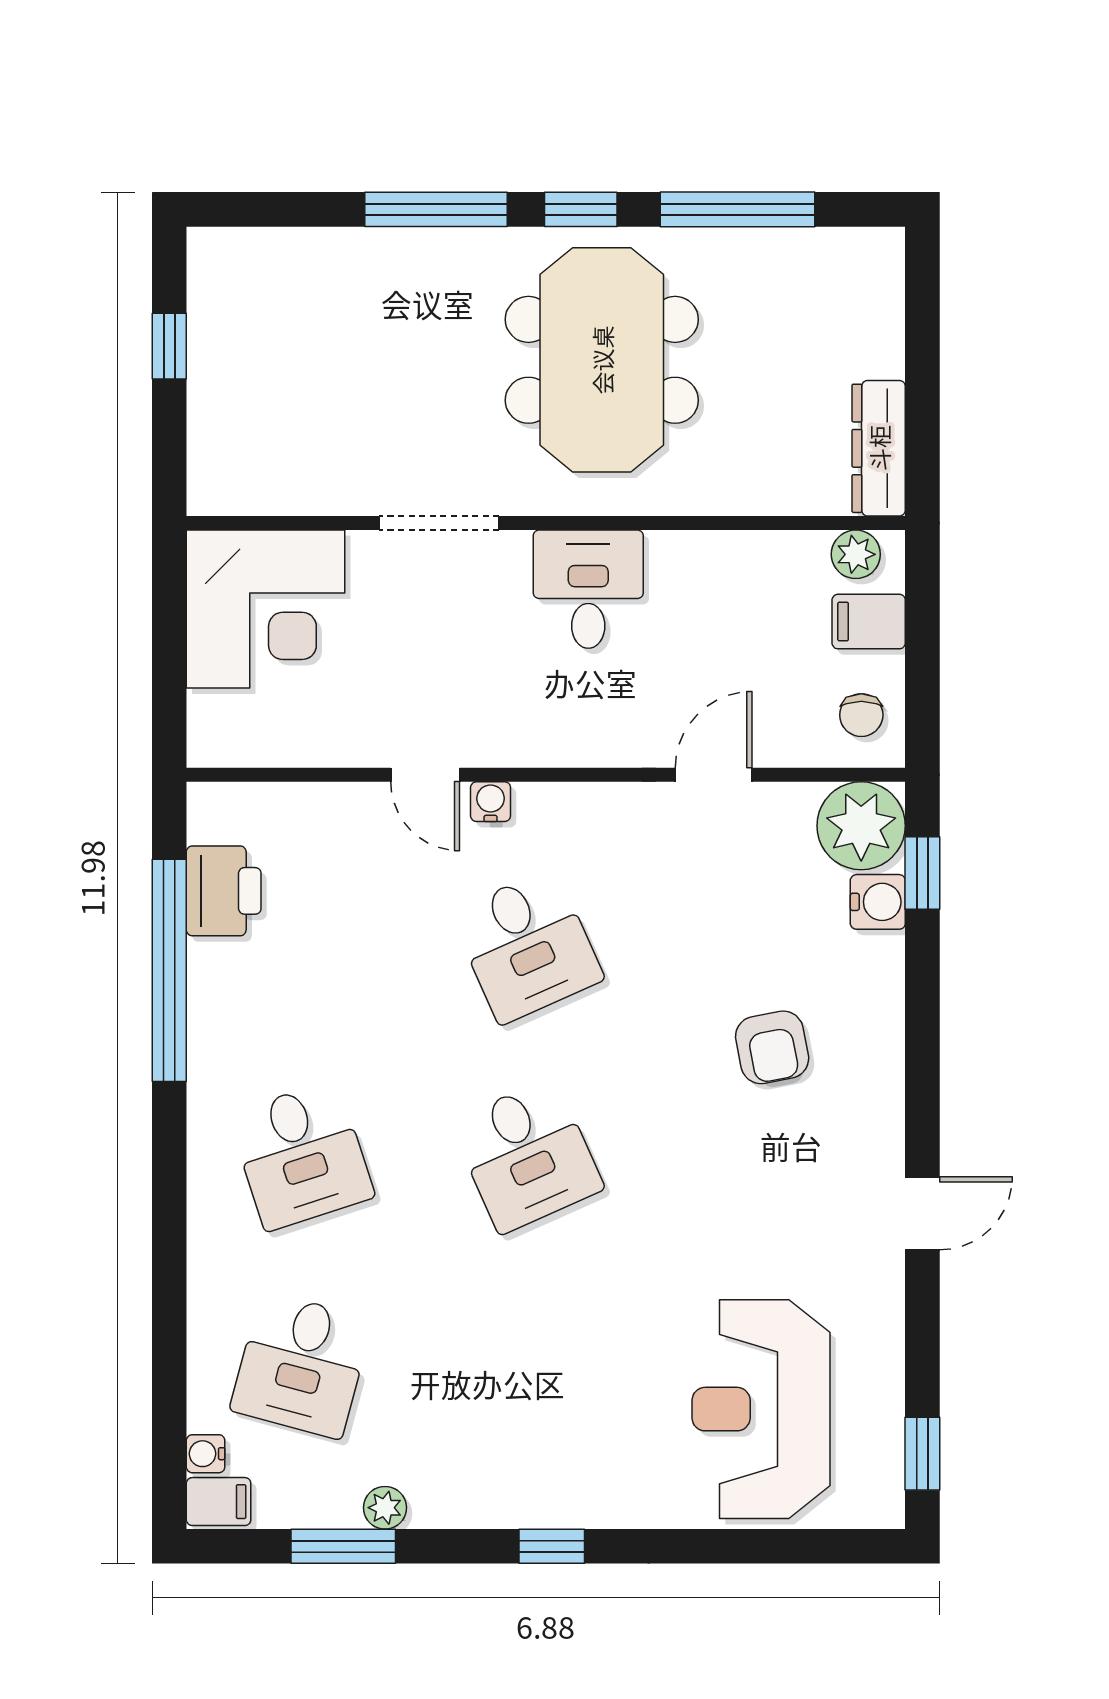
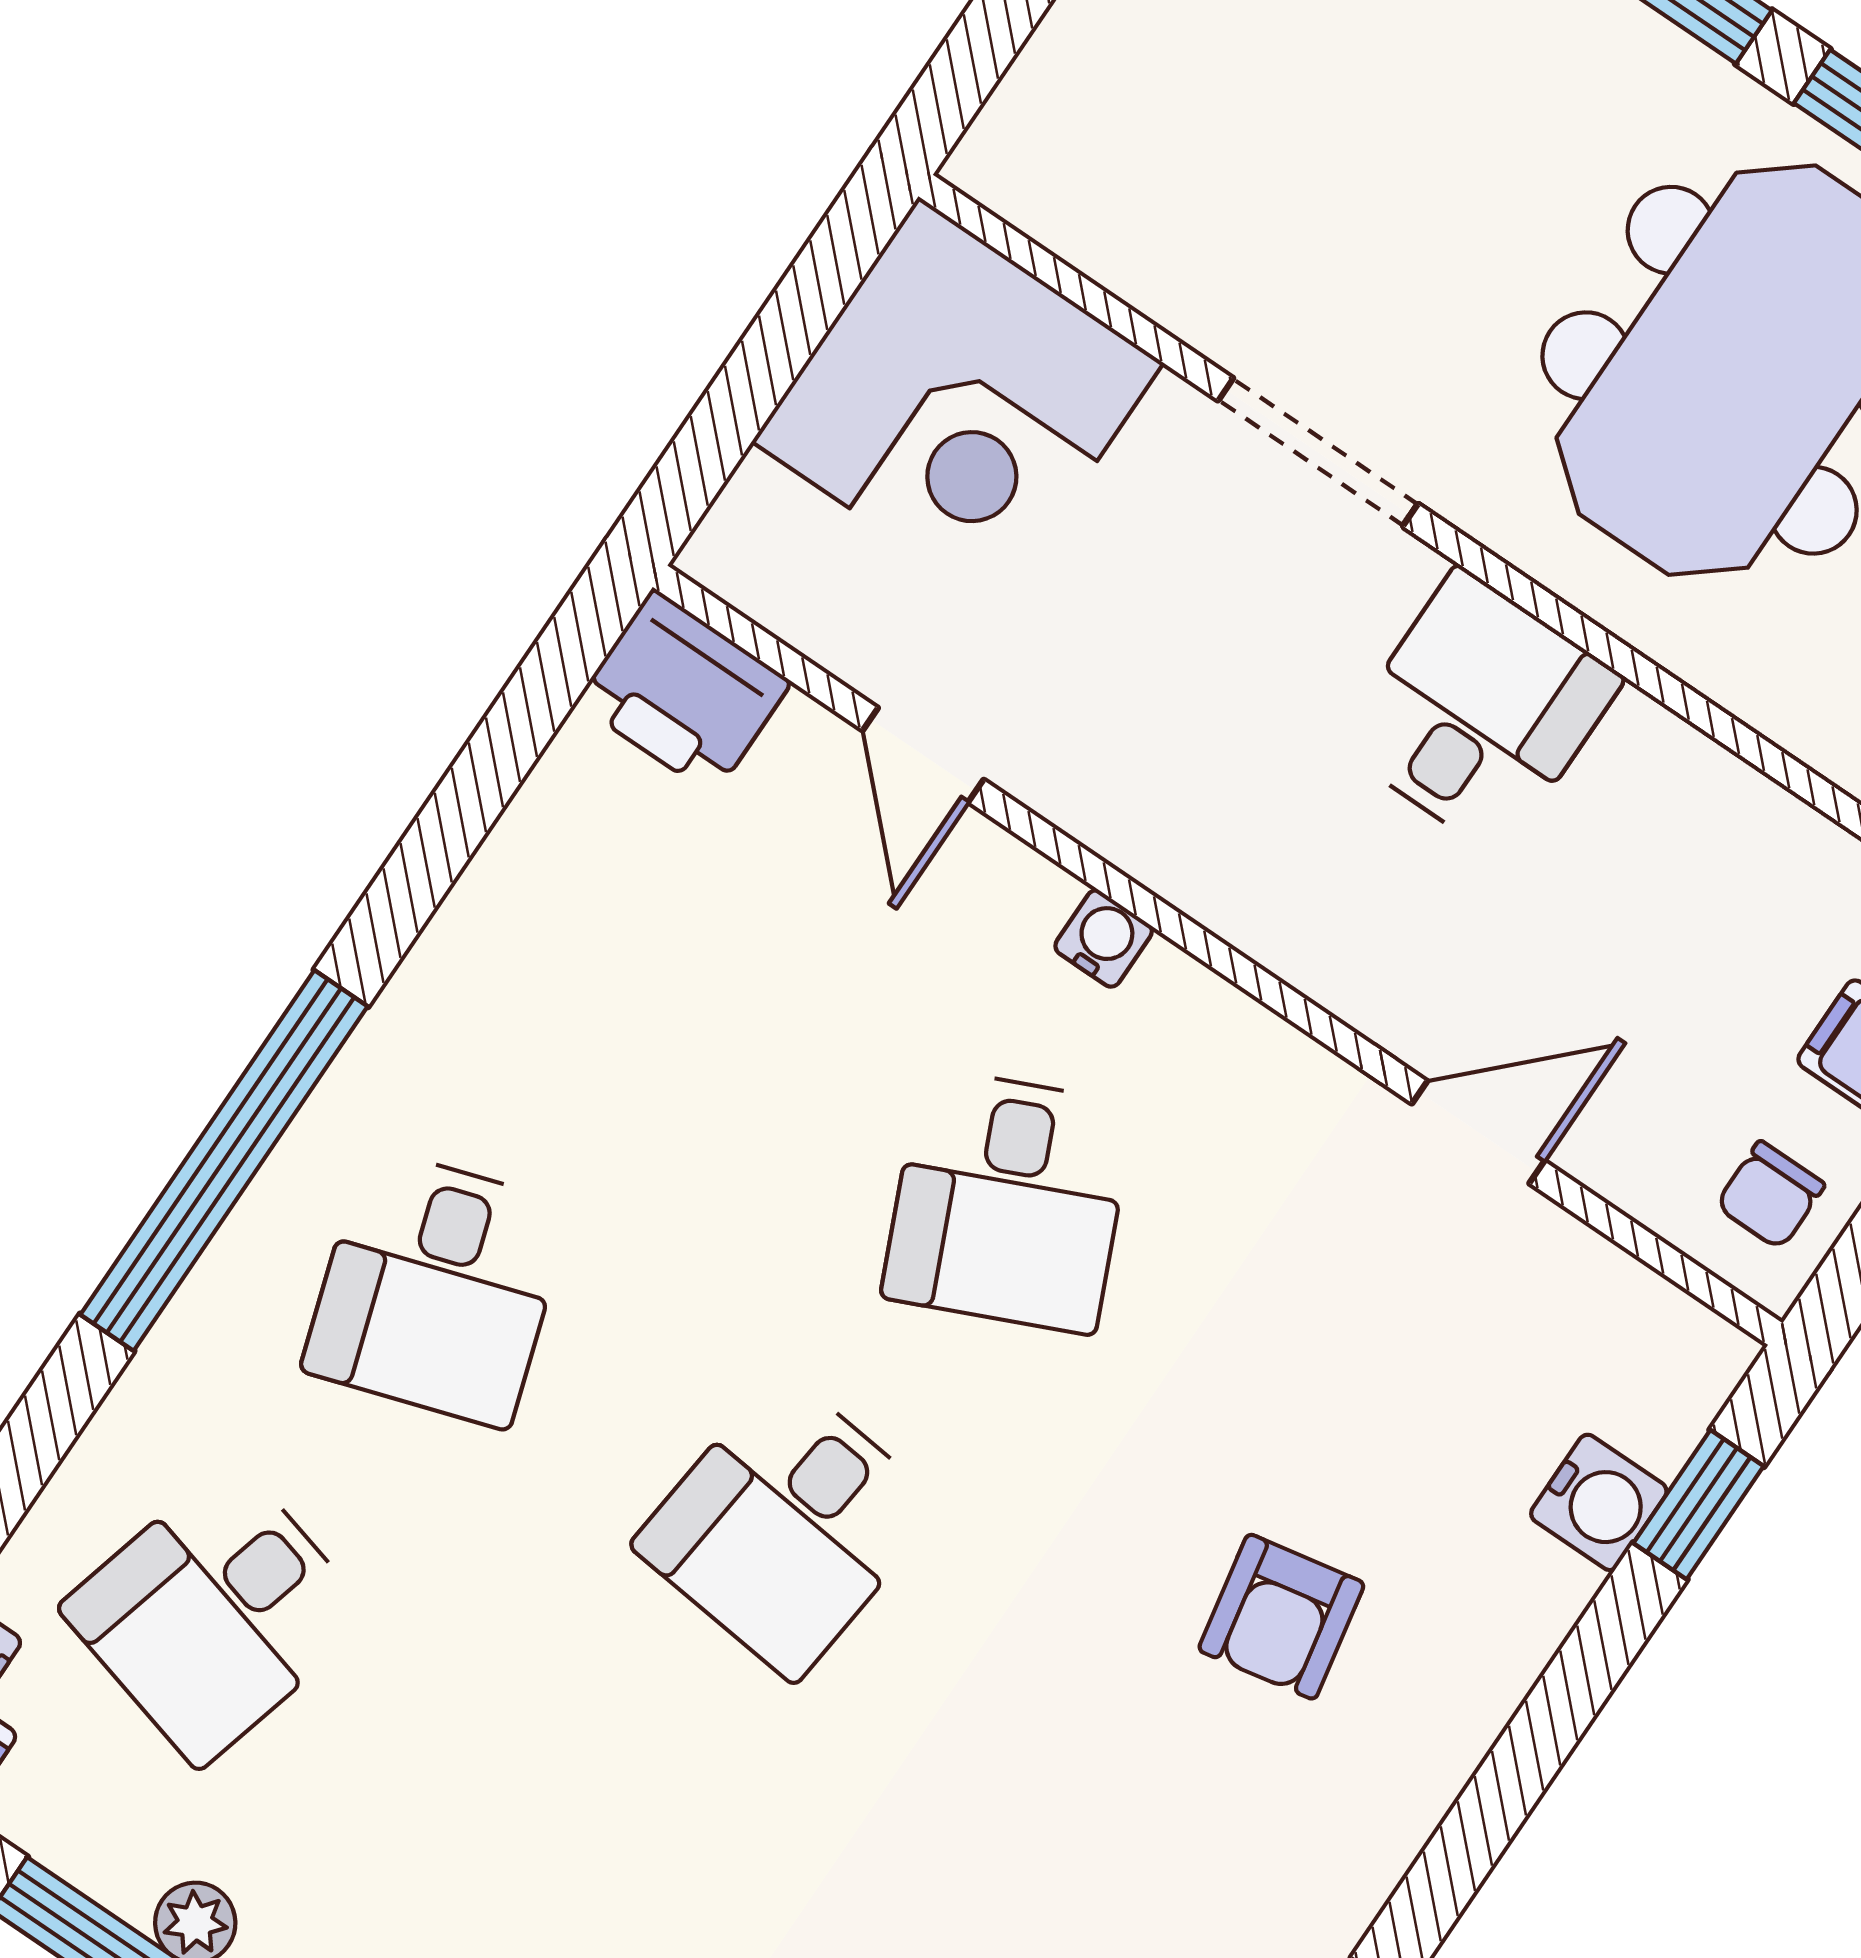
door: (425, 775) -> (923, 755), moved
plant: (861, 826) -> (1653, 1367), removed
printer: (224, 891) -> (683, 692), moved, turned 90
window: (169, 970) -> (224, 1160), moved
desk: (527, 1155) -> (787, 1526), turned 30

